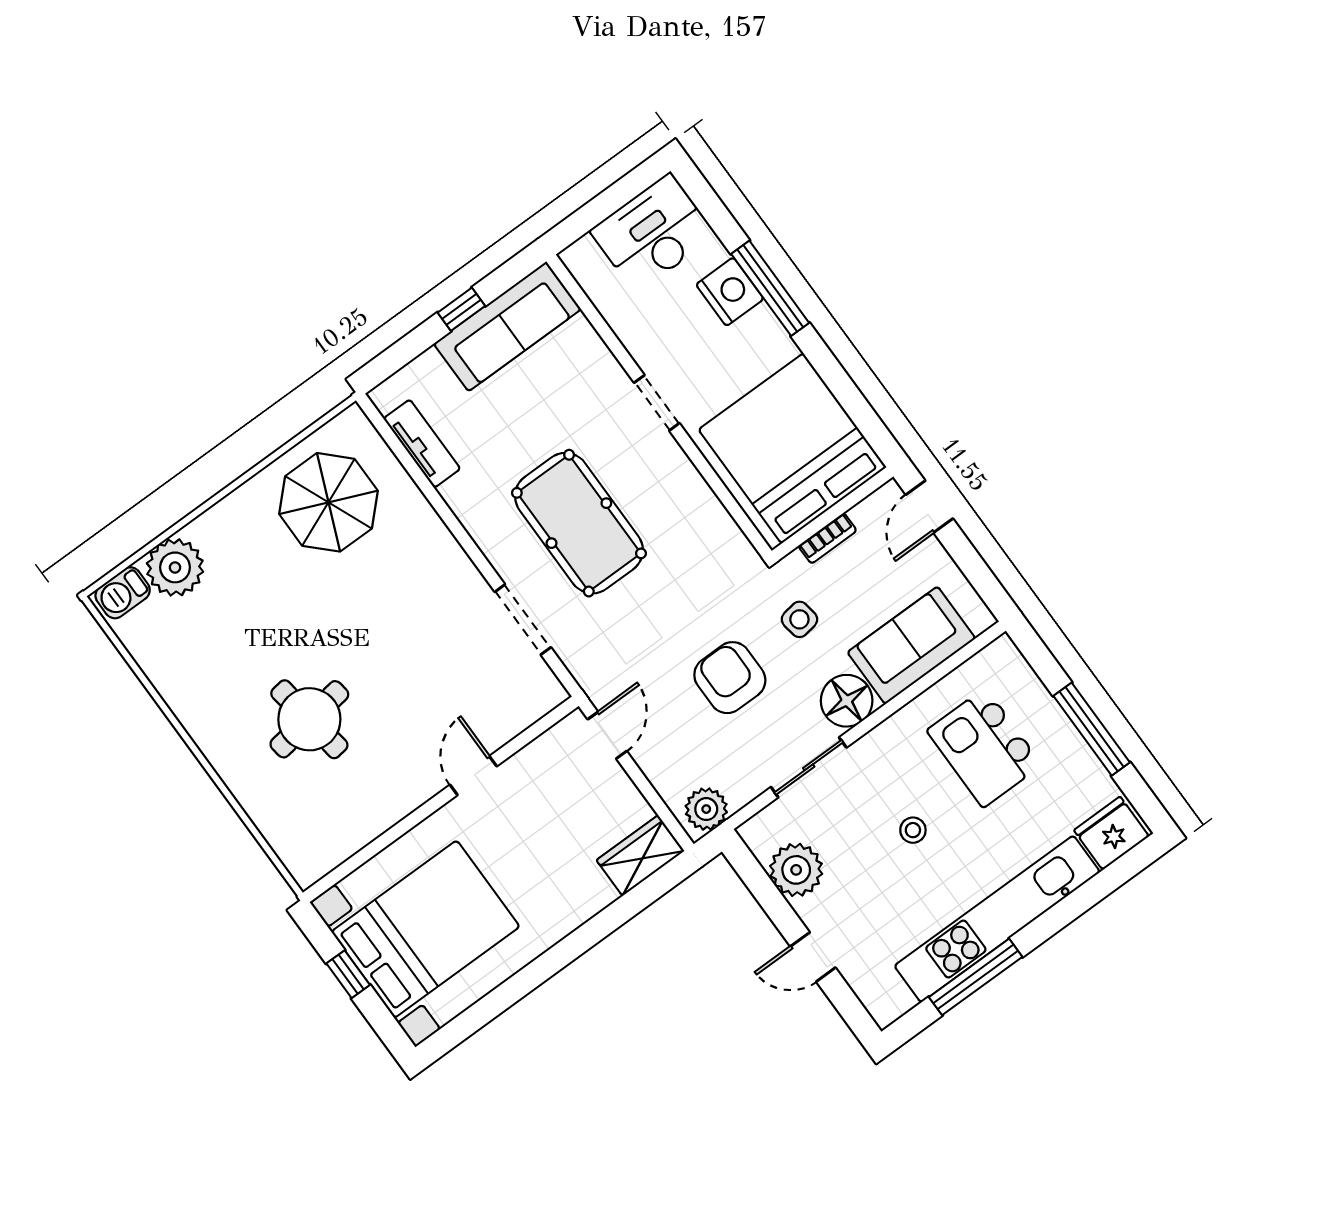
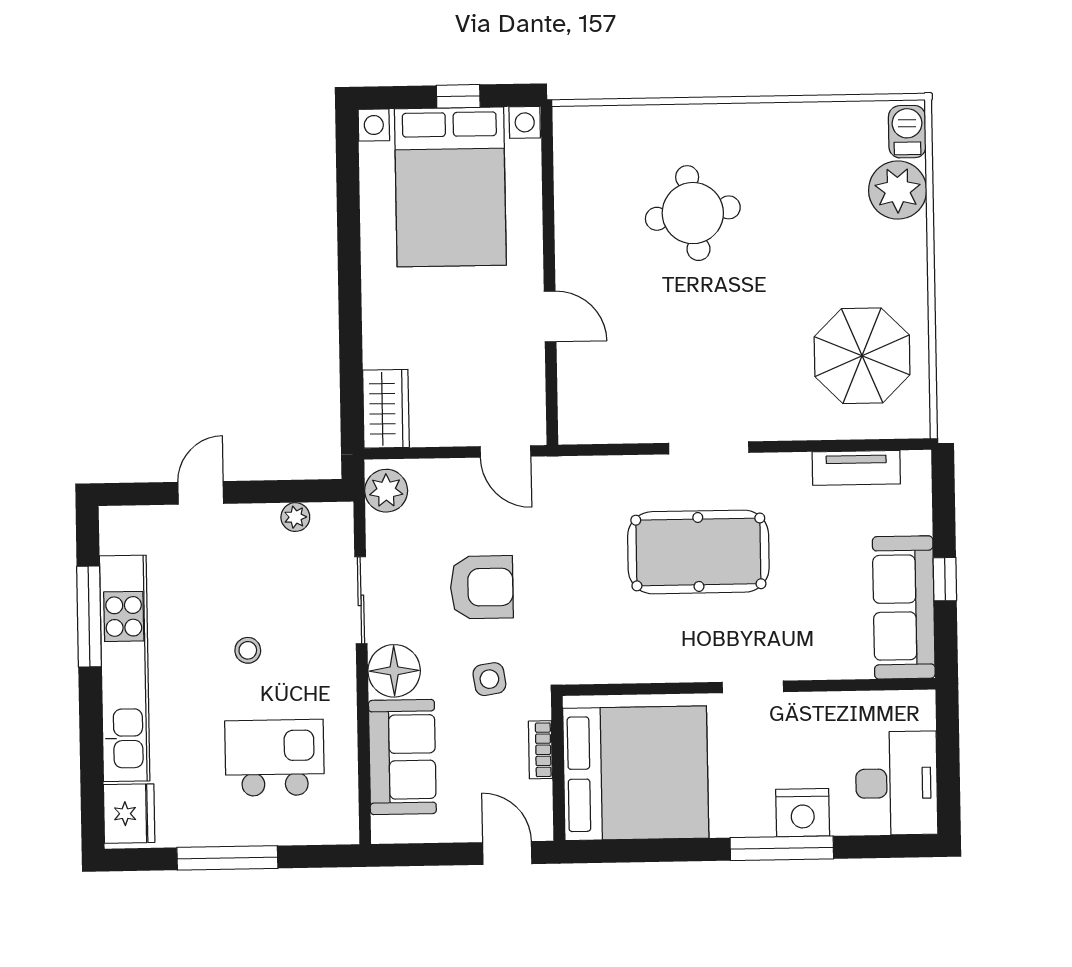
doorway: (523, 620) -> (709, 448), moved
plant: (796, 870) -> (295, 517), width x0.53, depth x0.53

